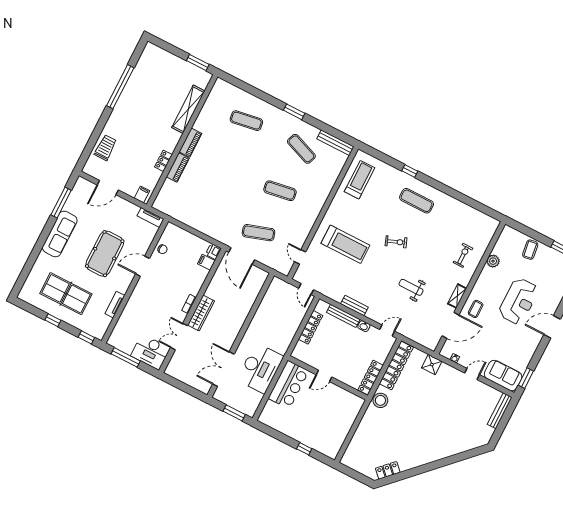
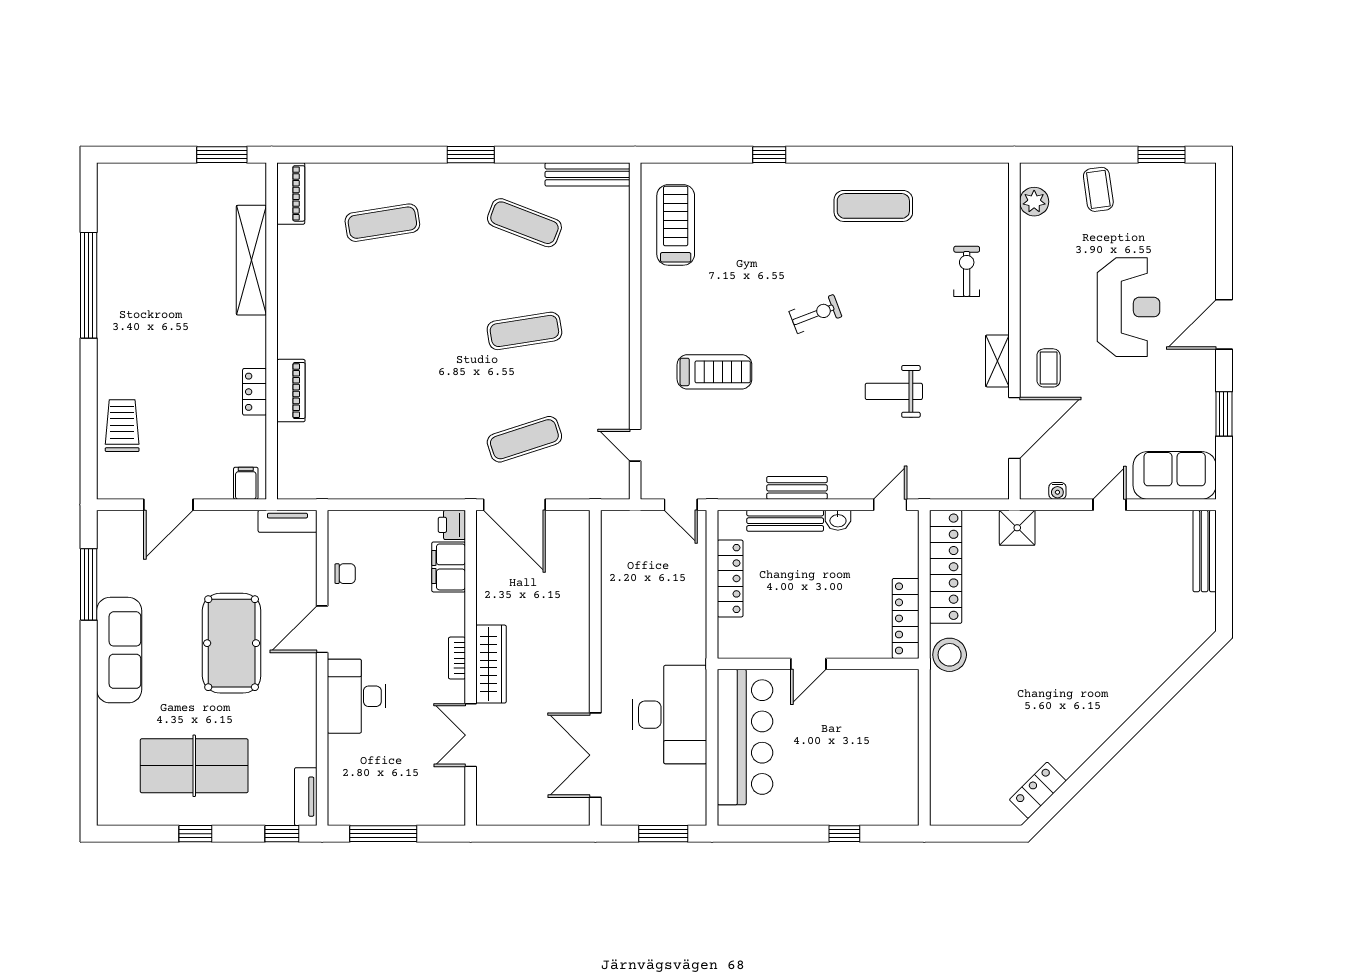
piano: (190, 143) -> (291, 193), moved
exercise mat: (417, 201) -> (873, 206), moved
treadmill: (345, 244) -> (714, 372), width x0.73, depth x0.73
plant: (493, 261) -> (1034, 202), moved
filing cabinet: (206, 262) -> (449, 567), width x2.00
tv unit: (115, 305) -> (306, 797), moved
desk: (150, 352) -> (357, 696), moved, turned 90
window: (526, 378) -> (1224, 414), moved
bar counter: (288, 385) -> (745, 737), width x1.36

